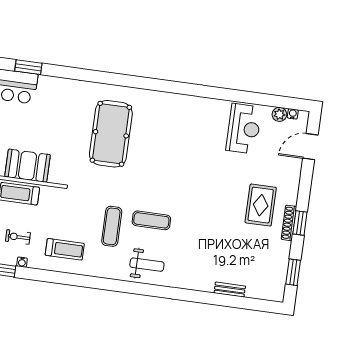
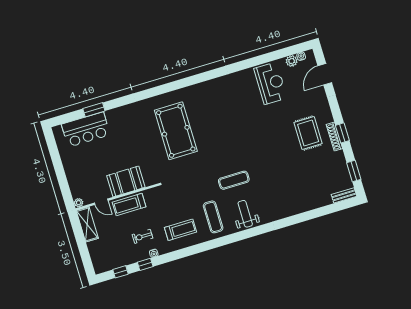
exercise mat: (112, 226) -> (213, 217), moved
weight bench: (147, 265) -> (245, 214), turned -90
bench: (230, 290) -> (344, 195), moved

